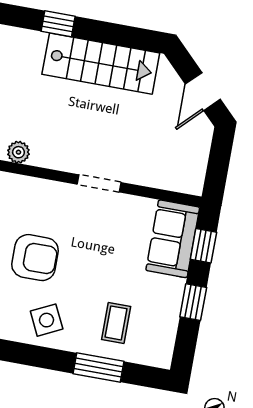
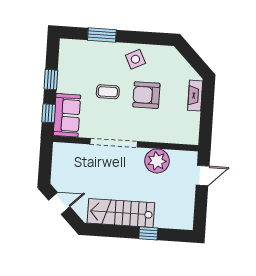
door: (203, 92) -> (59, 203), hinge flipped
plant: (18, 152) -> (157, 161), width x1.88, depth x1.88
doorway: (99, 183) -> (114, 143), width x1.88
coffee table: (116, 323) -> (108, 92), moved, turned 90

